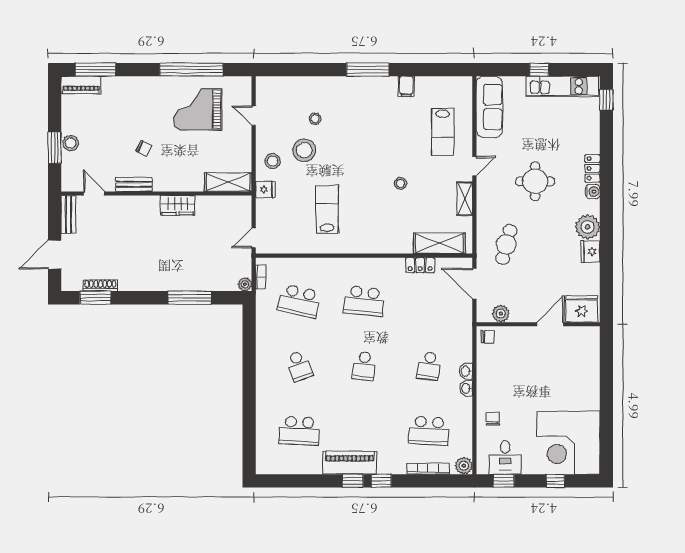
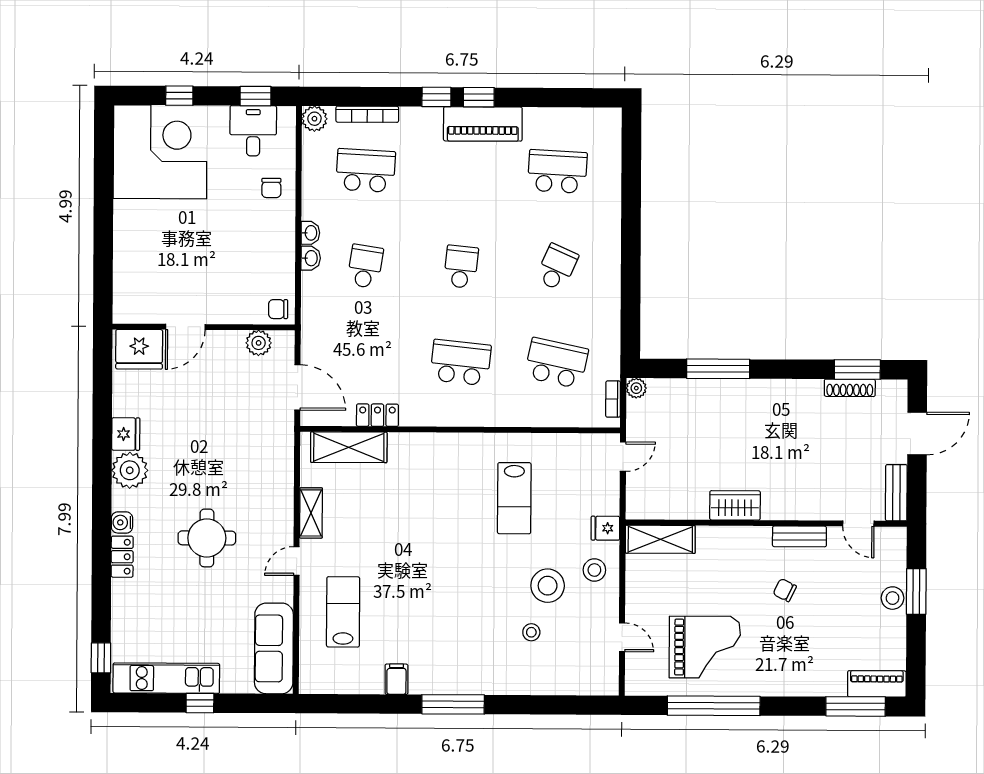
stool: (400, 183) -> (406, 536), removed
cafe table: (506, 244) -> (250, 445), removed
school desk: (299, 366) -> (557, 267), turned 45

